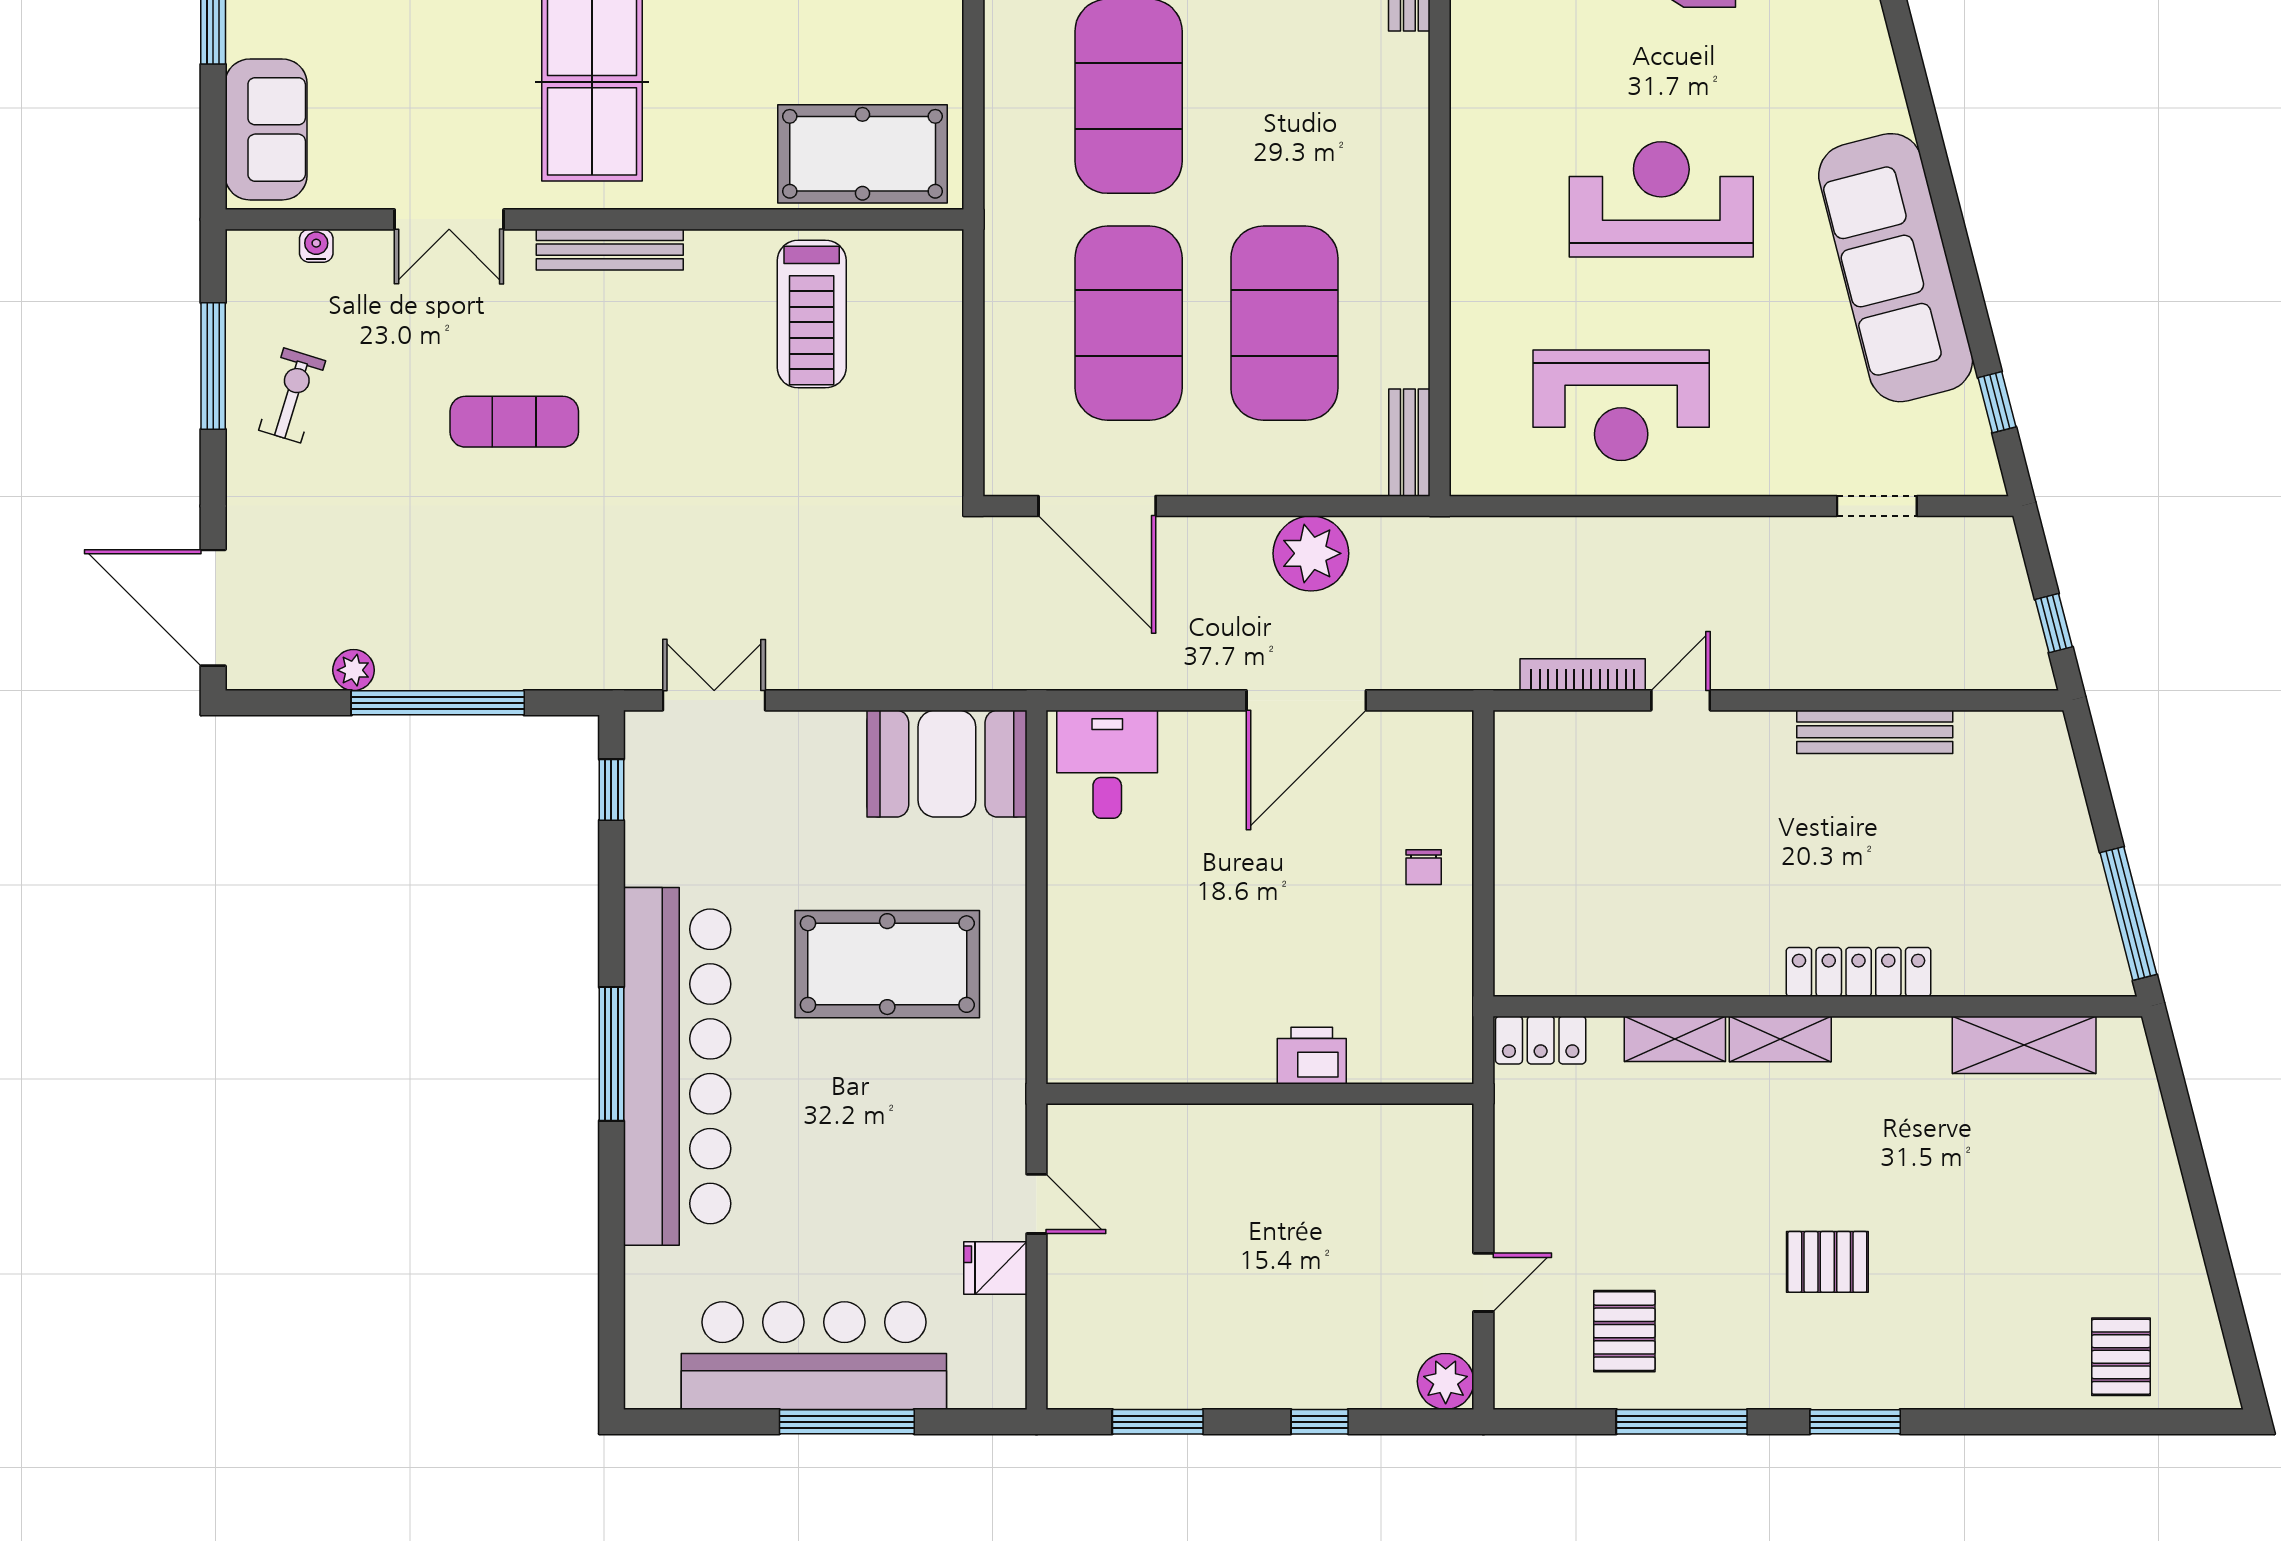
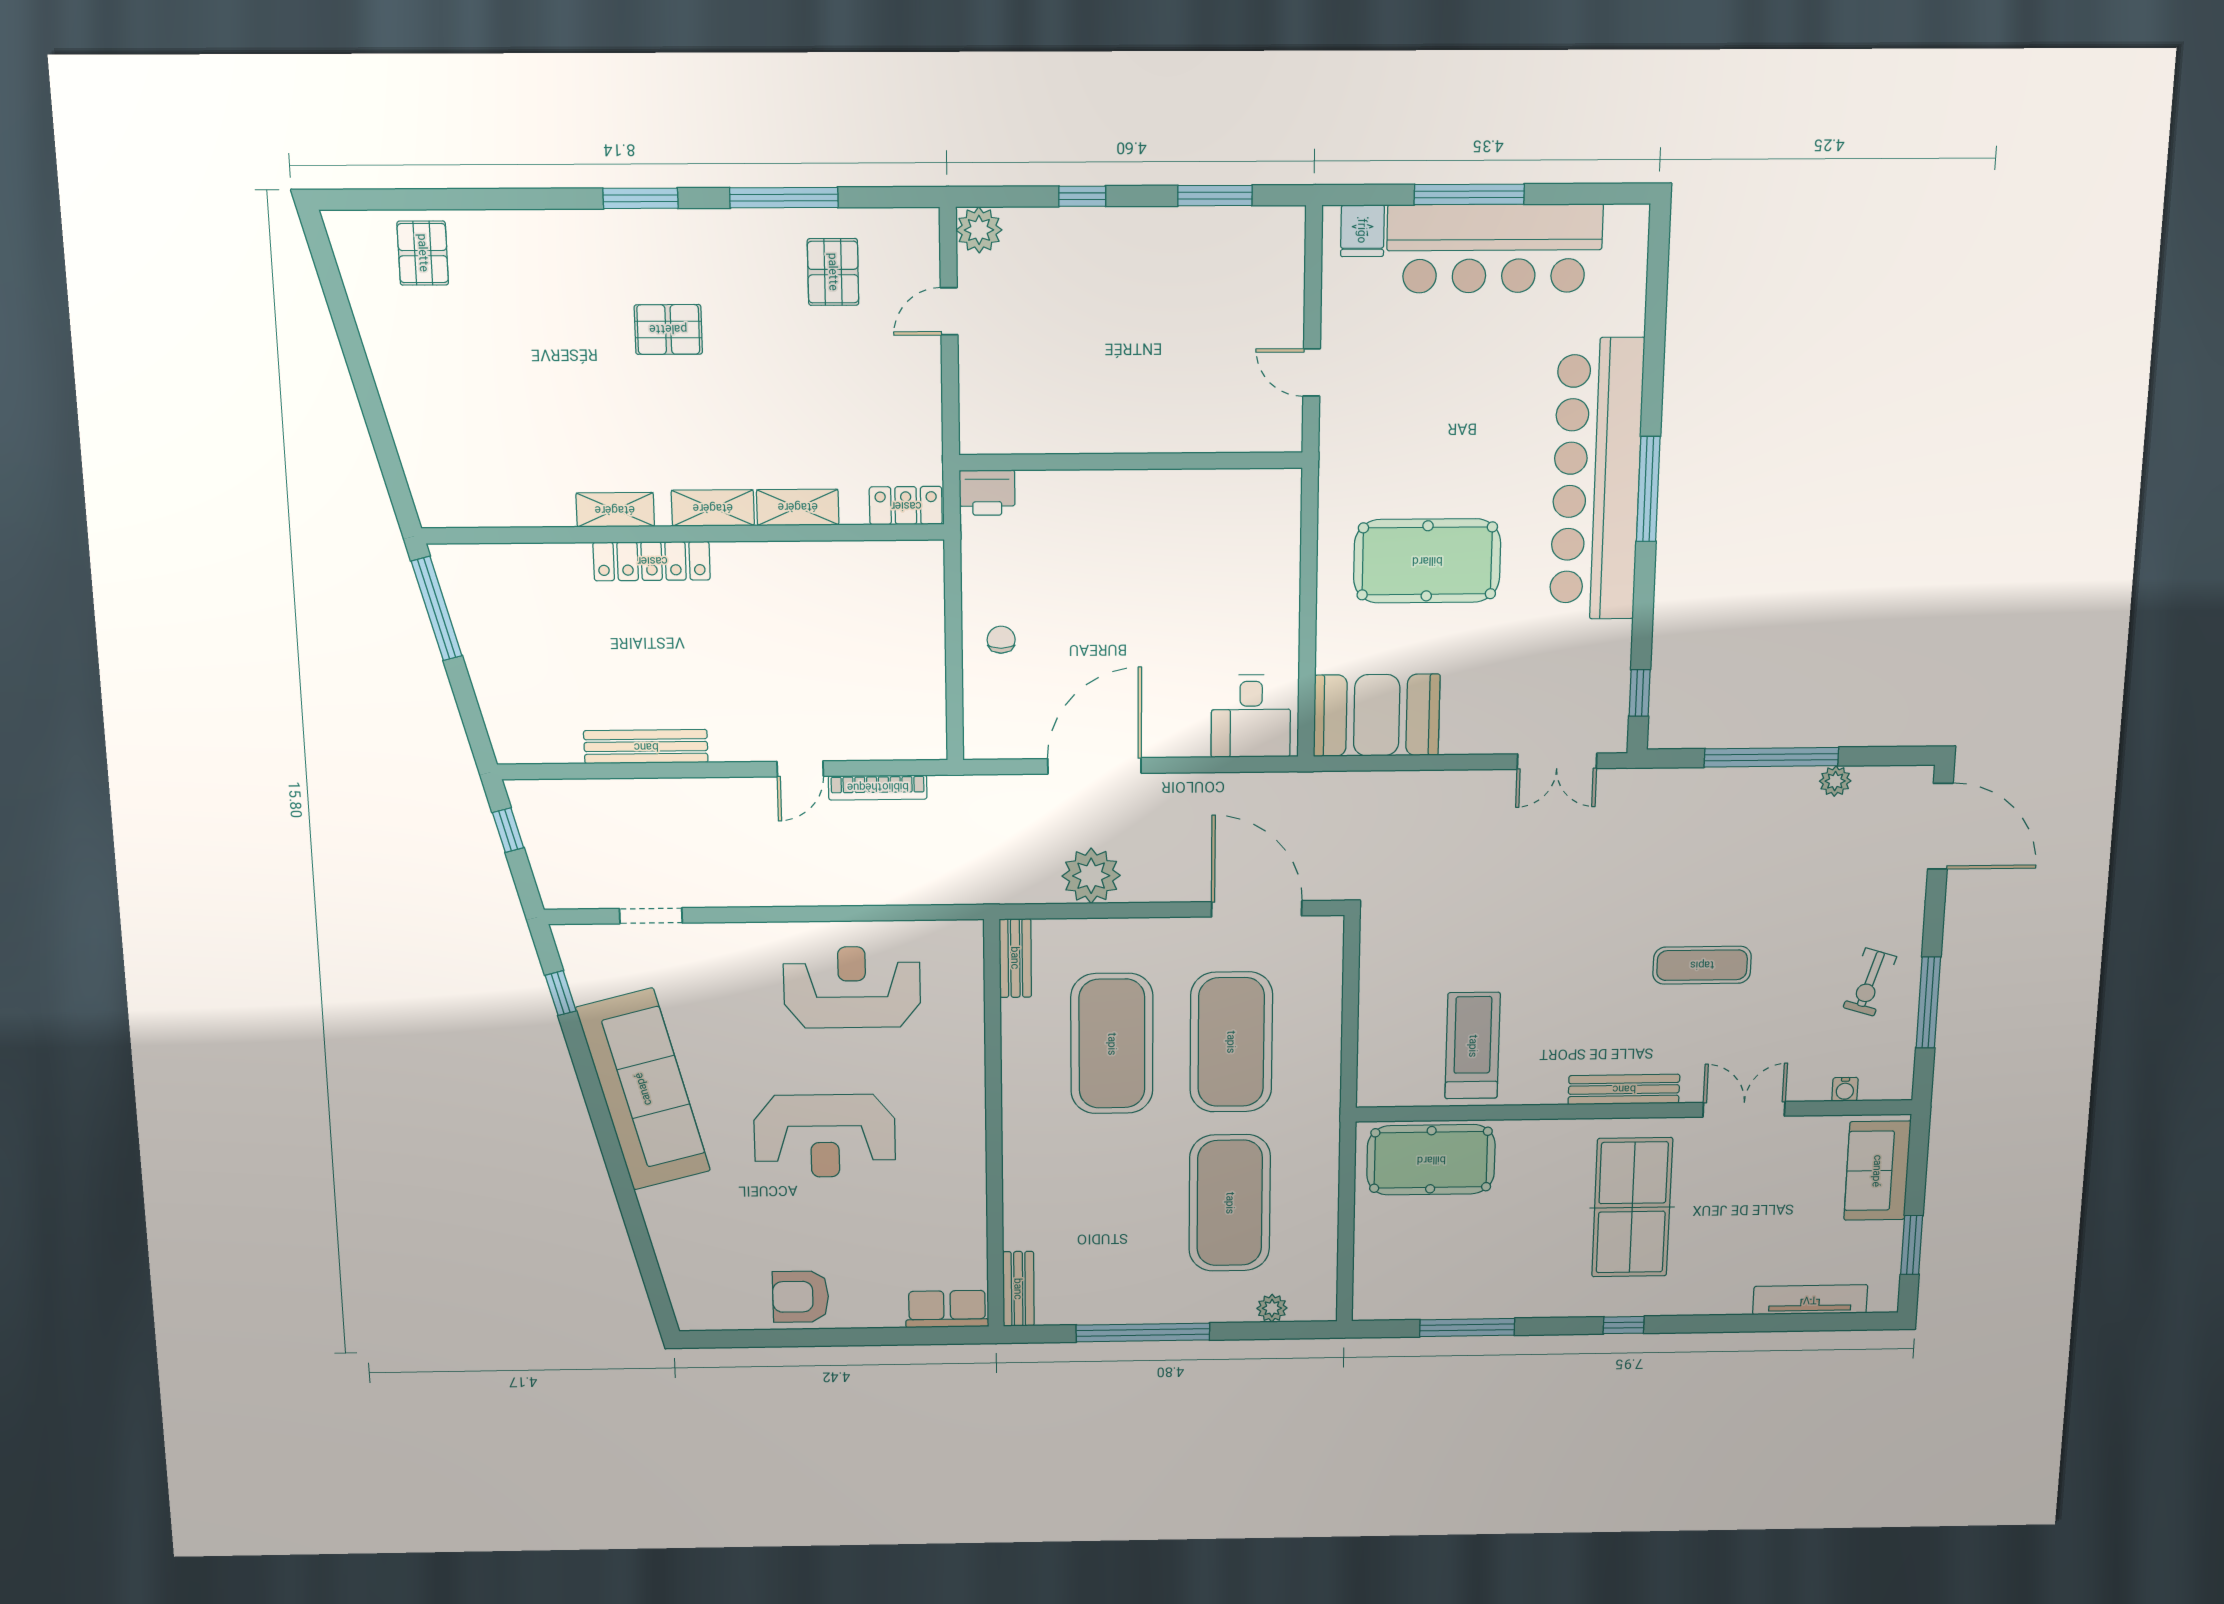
shelving: (2024, 1045) -> (615, 510), moved, width x0.67, depth x0.75
printer: (1312, 1056) -> (987, 493), moved
fridge: (995, 1268) -> (1362, 231), moved, turned 90

